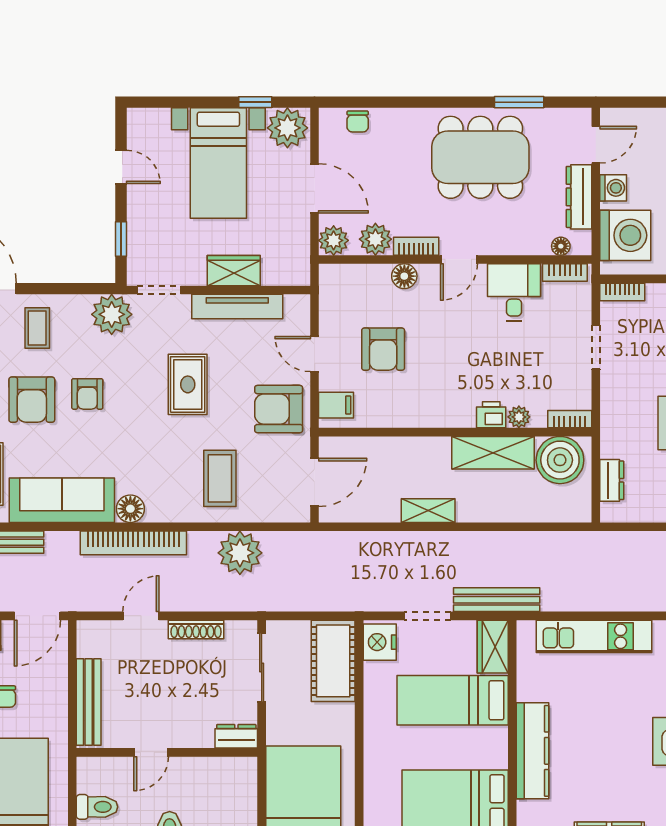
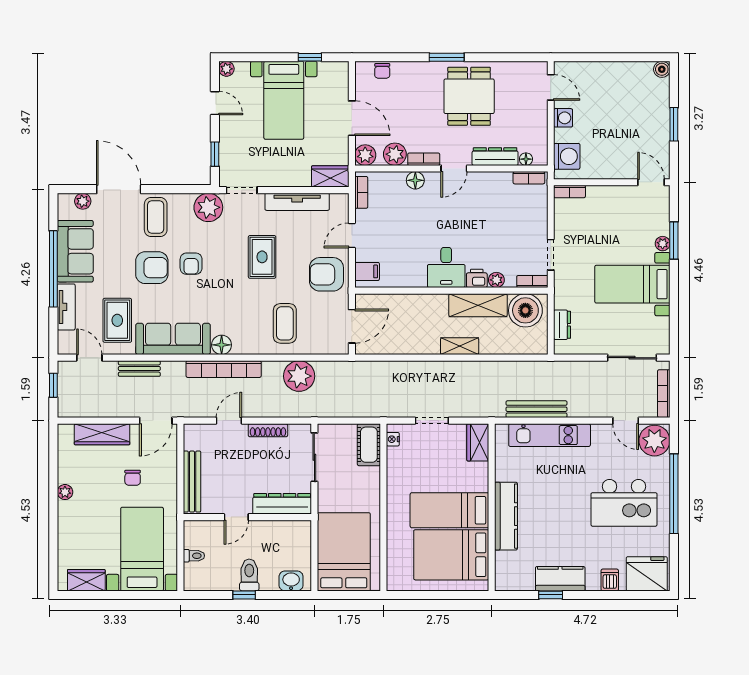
window: (519, 102) -> (447, 57), moved
plant: (287, 128) -> (226, 69), moved, width x0.53, depth x0.53
door: (596, 145) -> (551, 87), hinge flipped
dining table: (480, 157) -> (469, 96), width x0.73
dresser: (579, 197) -> (495, 157), moved, turned 90
washing machine: (625, 235) -> (567, 156), width x0.73, depth x0.73
wardrobe: (234, 271) -> (330, 176), moved
desk: (514, 292) -> (446, 268), moved, turned 180
bookcase: (328, 293) -> (361, 192), added
coffee table: (37, 328) -> (156, 217), width x1.36, depth x1.30
doorway: (596, 347) -> (551, 255), moved
armchair: (383, 349) -> (400, 232), removed
door: (315, 354) -> (352, 235), hinge flipped
armchair: (32, 400) -> (152, 268), turned -90
shelving: (428, 511) -> (460, 346), moved
bench: (497, 600) -> (536, 409), moved
nightstand: (380, 642) -> (393, 439), width x0.53, depth x0.56
cot: (333, 661) -> (369, 445), width x0.73, depth x0.75
bed: (453, 700) -> (449, 510), moved
dresser: (236, 736) -> (282, 504), width x1.96, depth x1.24
toilet: (97, 807) -> (194, 556), width x0.73, depth x0.72

